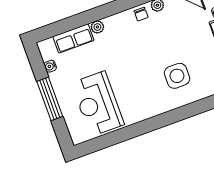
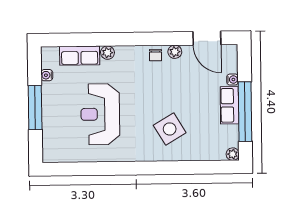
side table: (177, 76) -> (170, 129), turned -31
reception desk: (98, 104) -> (100, 114), moved

